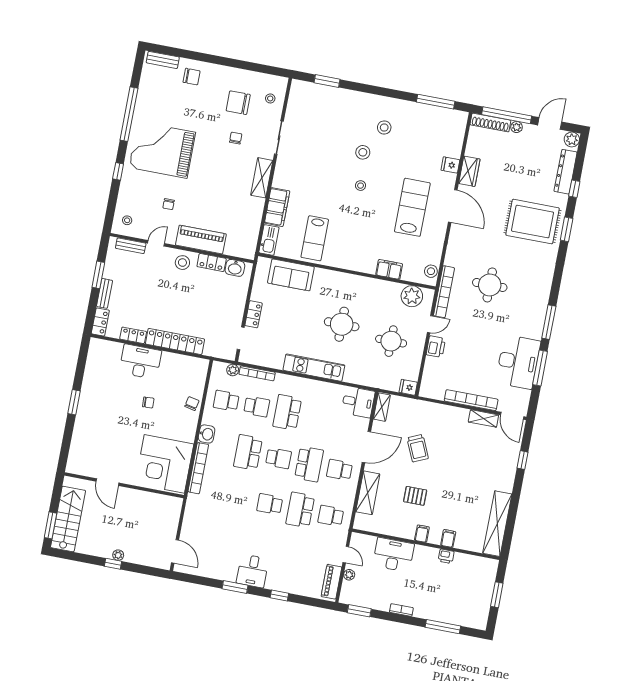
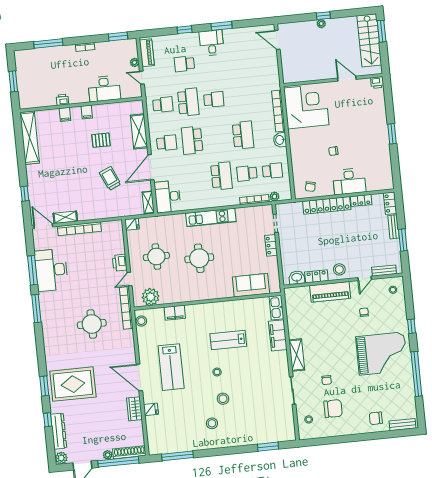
lab bench: (315, 238) -> (228, 340), moved, turned -90
desk: (358, 402) -> (168, 197), width x1.37
chair: (192, 404) -> (310, 187), moved
school desk: (278, 458) -> (184, 64), moved
printer: (73, 467) -> (377, 83), added

